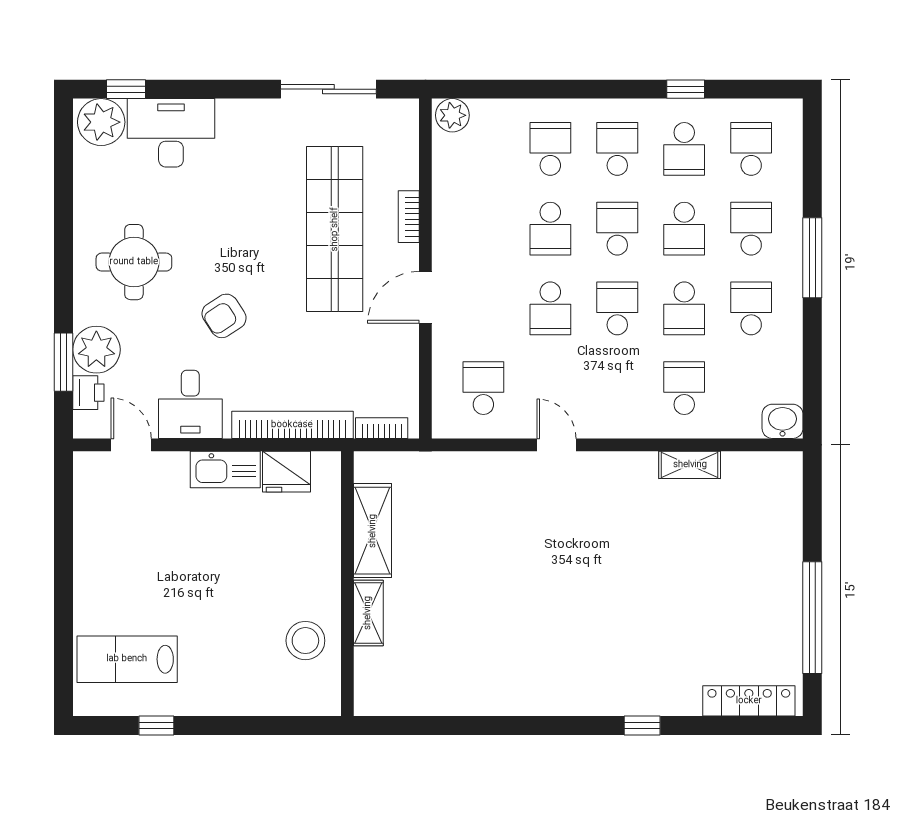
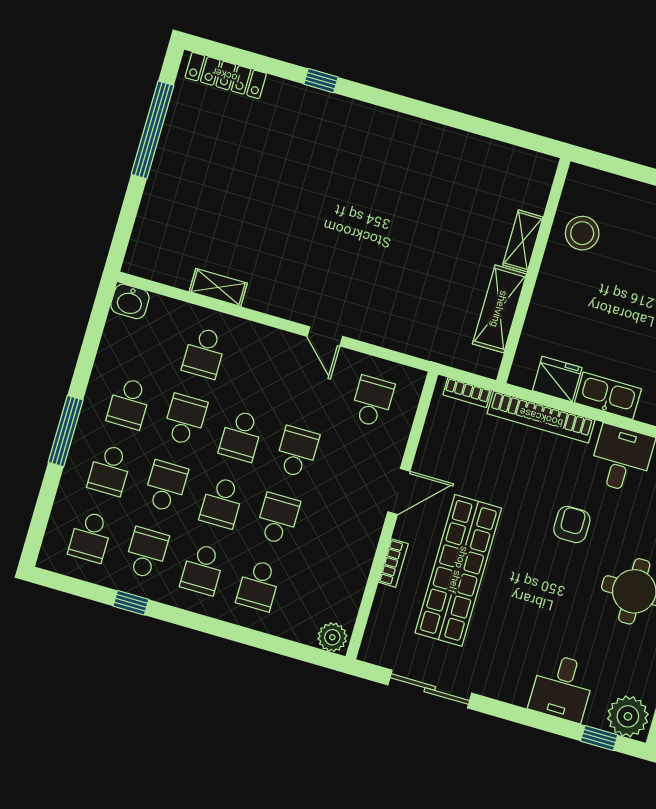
desk: (171, 133) -> (562, 688), width x0.73
armchair: (224, 316) -> (572, 524), turned -57
school desk: (483, 388) -> (372, 401), turned 180

